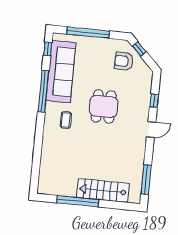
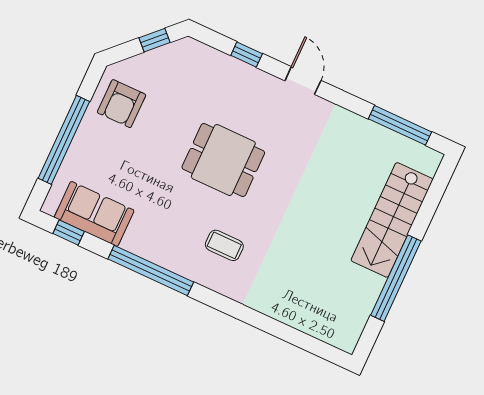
window: (139, 49) -> (155, 40), moved
armchair: (124, 61) -> (122, 104), moved
sofa: (61, 72) -> (94, 214), width x0.54, depth x0.79

